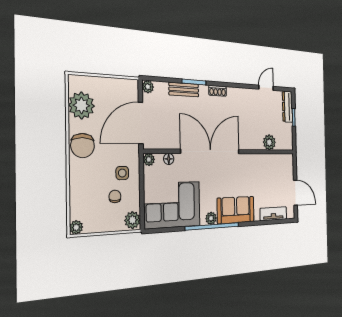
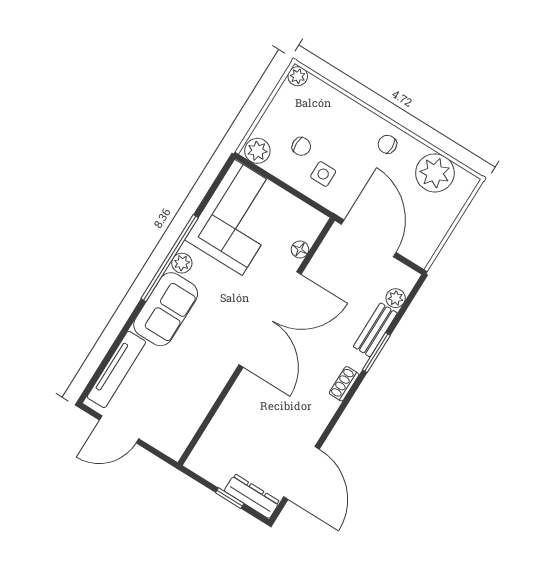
plant: (148, 87) -> (396, 298), moved
door: (266, 88) -> (301, 473), width x1.88
plant: (269, 142) -> (221, 428), removed
chair: (83, 146) -> (387, 144), width x0.54, depth x0.54
plant: (149, 159) -> (317, 221), removed
tv unit: (273, 214) -> (116, 369), width x1.41

